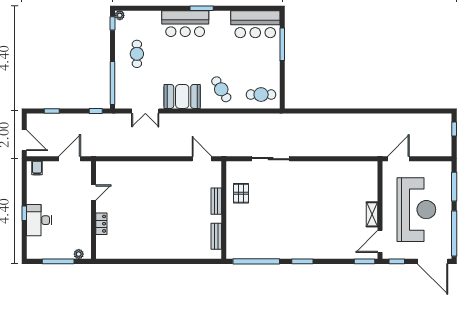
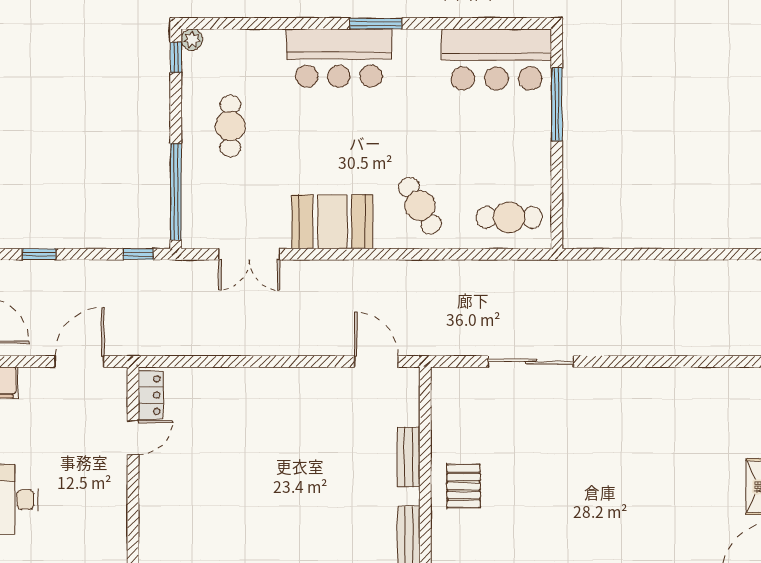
pallet: (241, 193) -> (464, 486), moved
locker: (101, 224) -> (151, 395), moved

